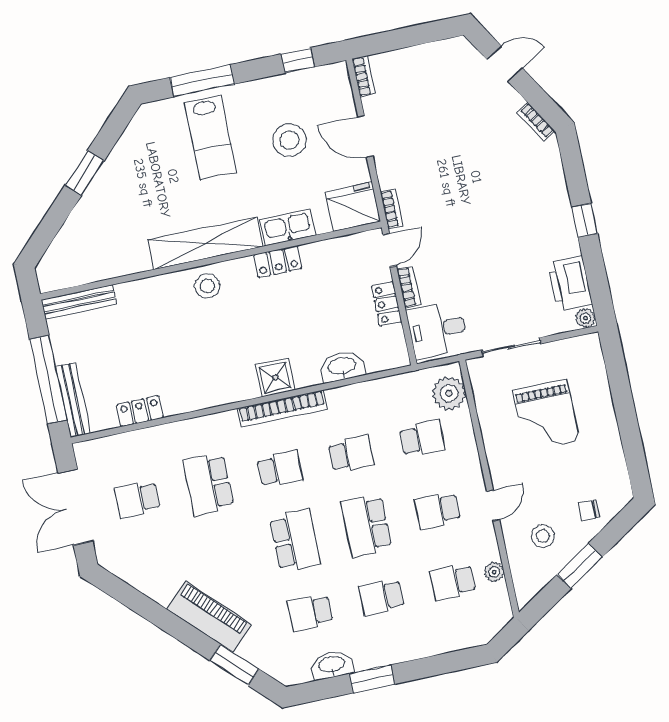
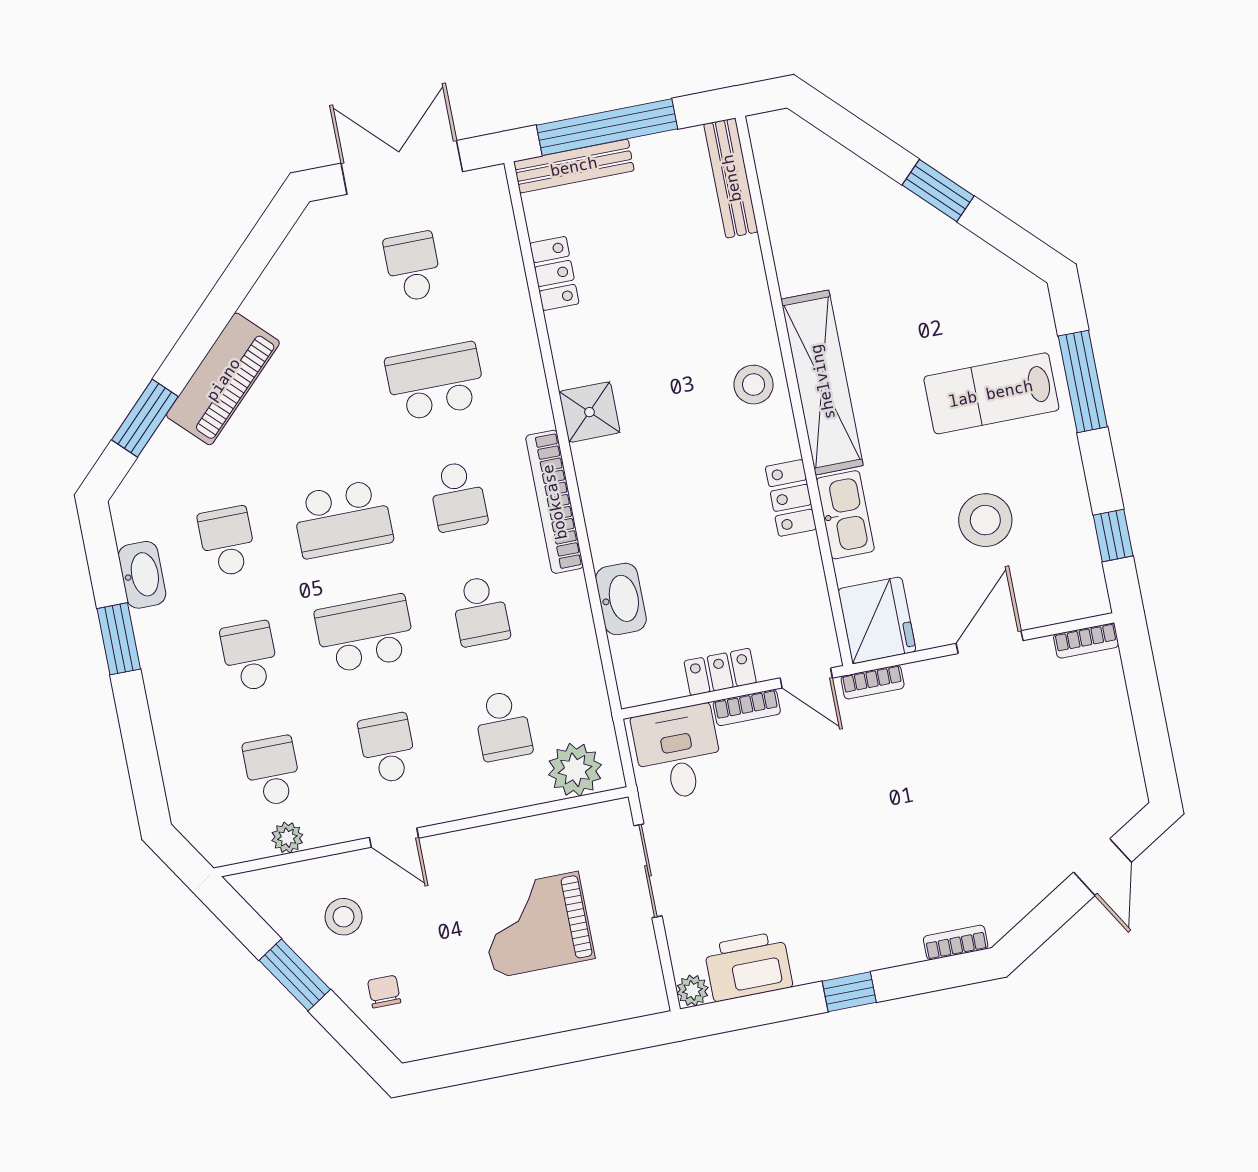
bookcase: (536, 122) -> (956, 942), moved, turned 32
shower: (275, 377) -> (589, 412), moved

